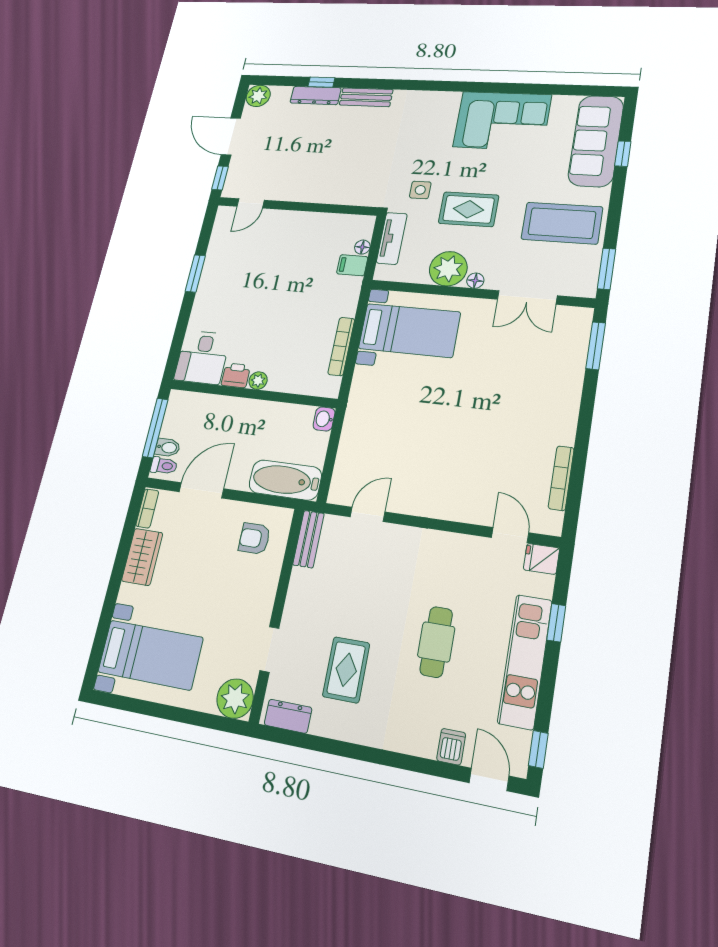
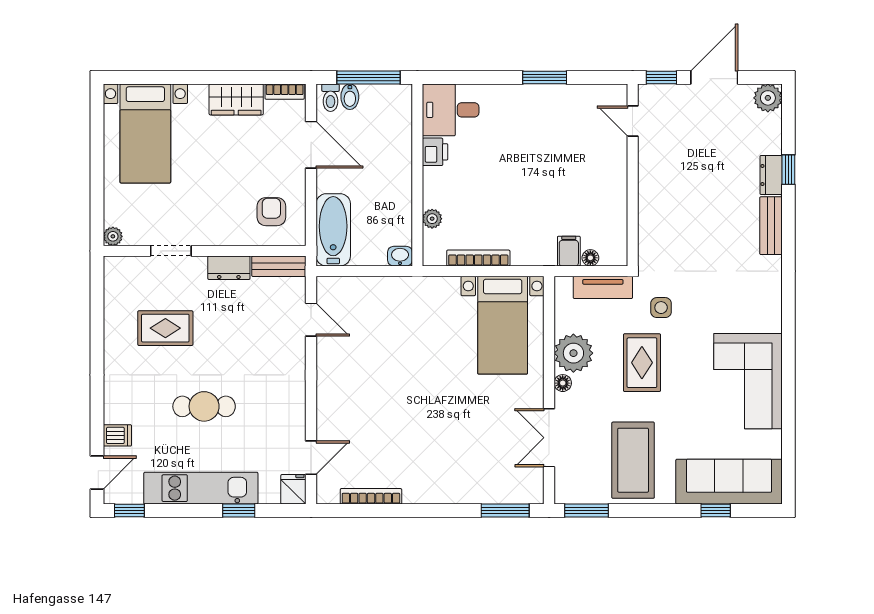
dresser: (316, 95) -> (771, 175), width x0.70
plant: (258, 381) -> (432, 219), moved
plant: (235, 699) -> (113, 236), width x0.53, depth x0.53
dresser: (288, 716) -> (229, 268), moved, turned 90

